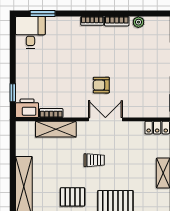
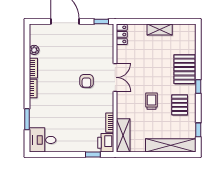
window: (43, 14) -> (27, 119), moved
double door: (105, 119) -> (115, 77), swing flipped
shelving: (56, 129) -> (123, 135), moved
trolley: (94, 160) -> (151, 101), moved

